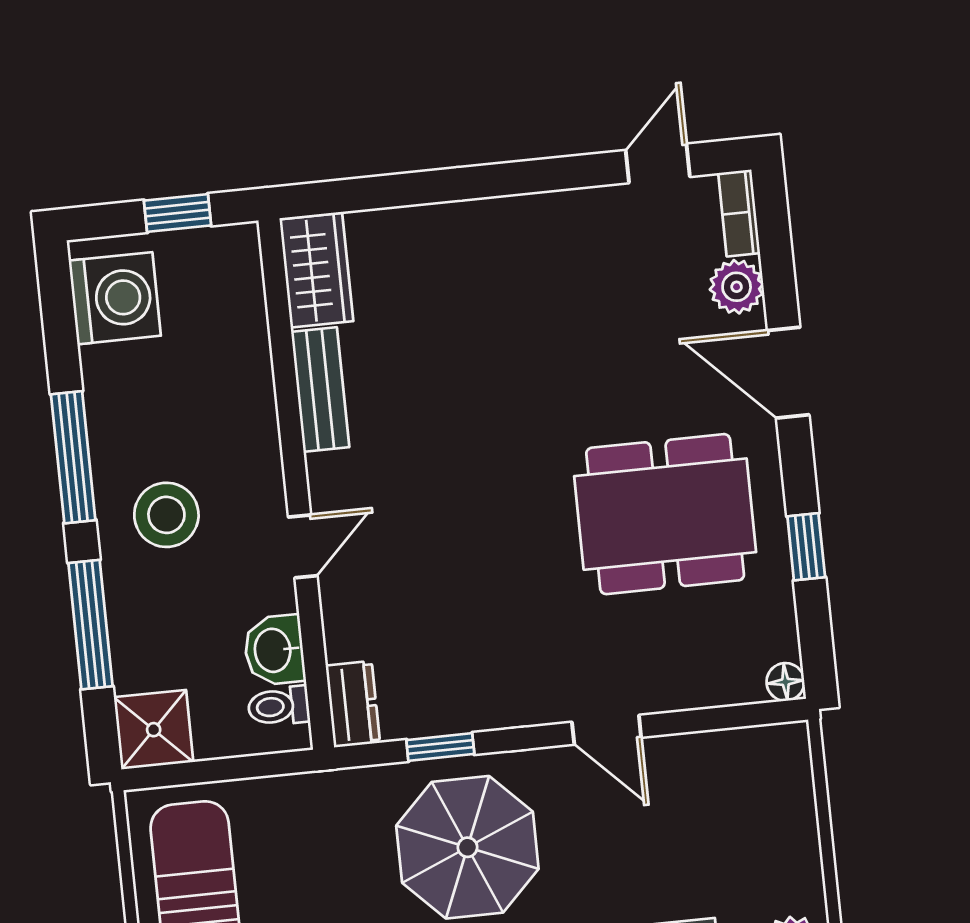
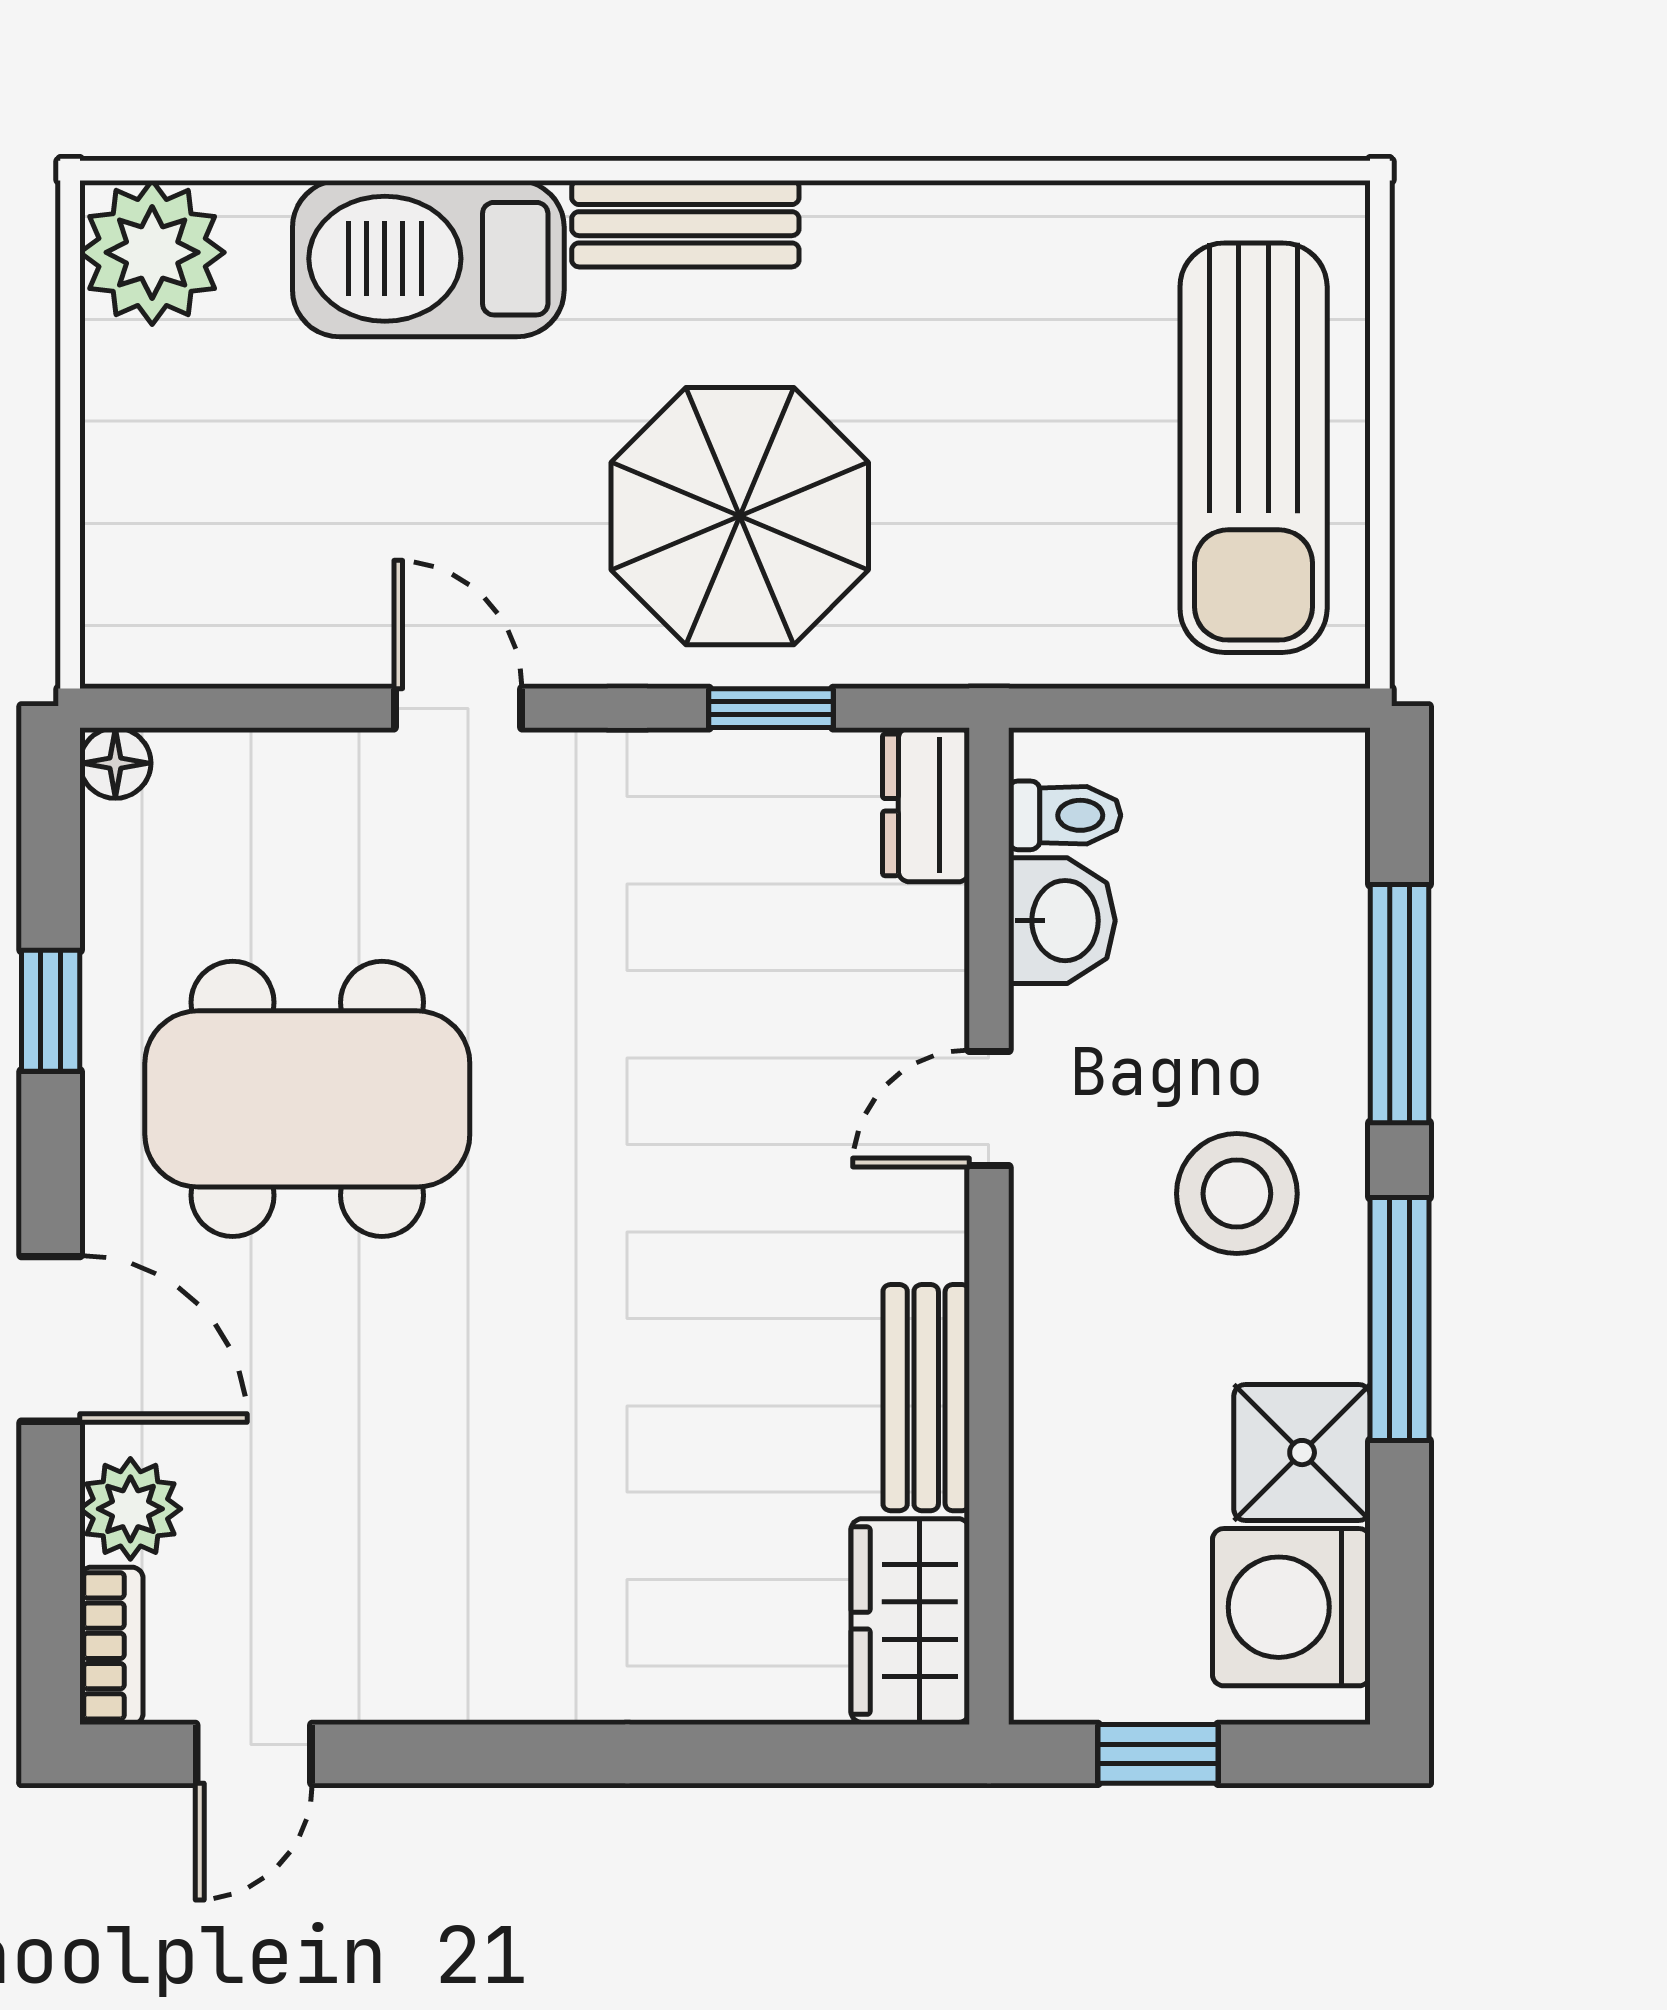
shower: (154, 730) -> (1302, 1453), moved

